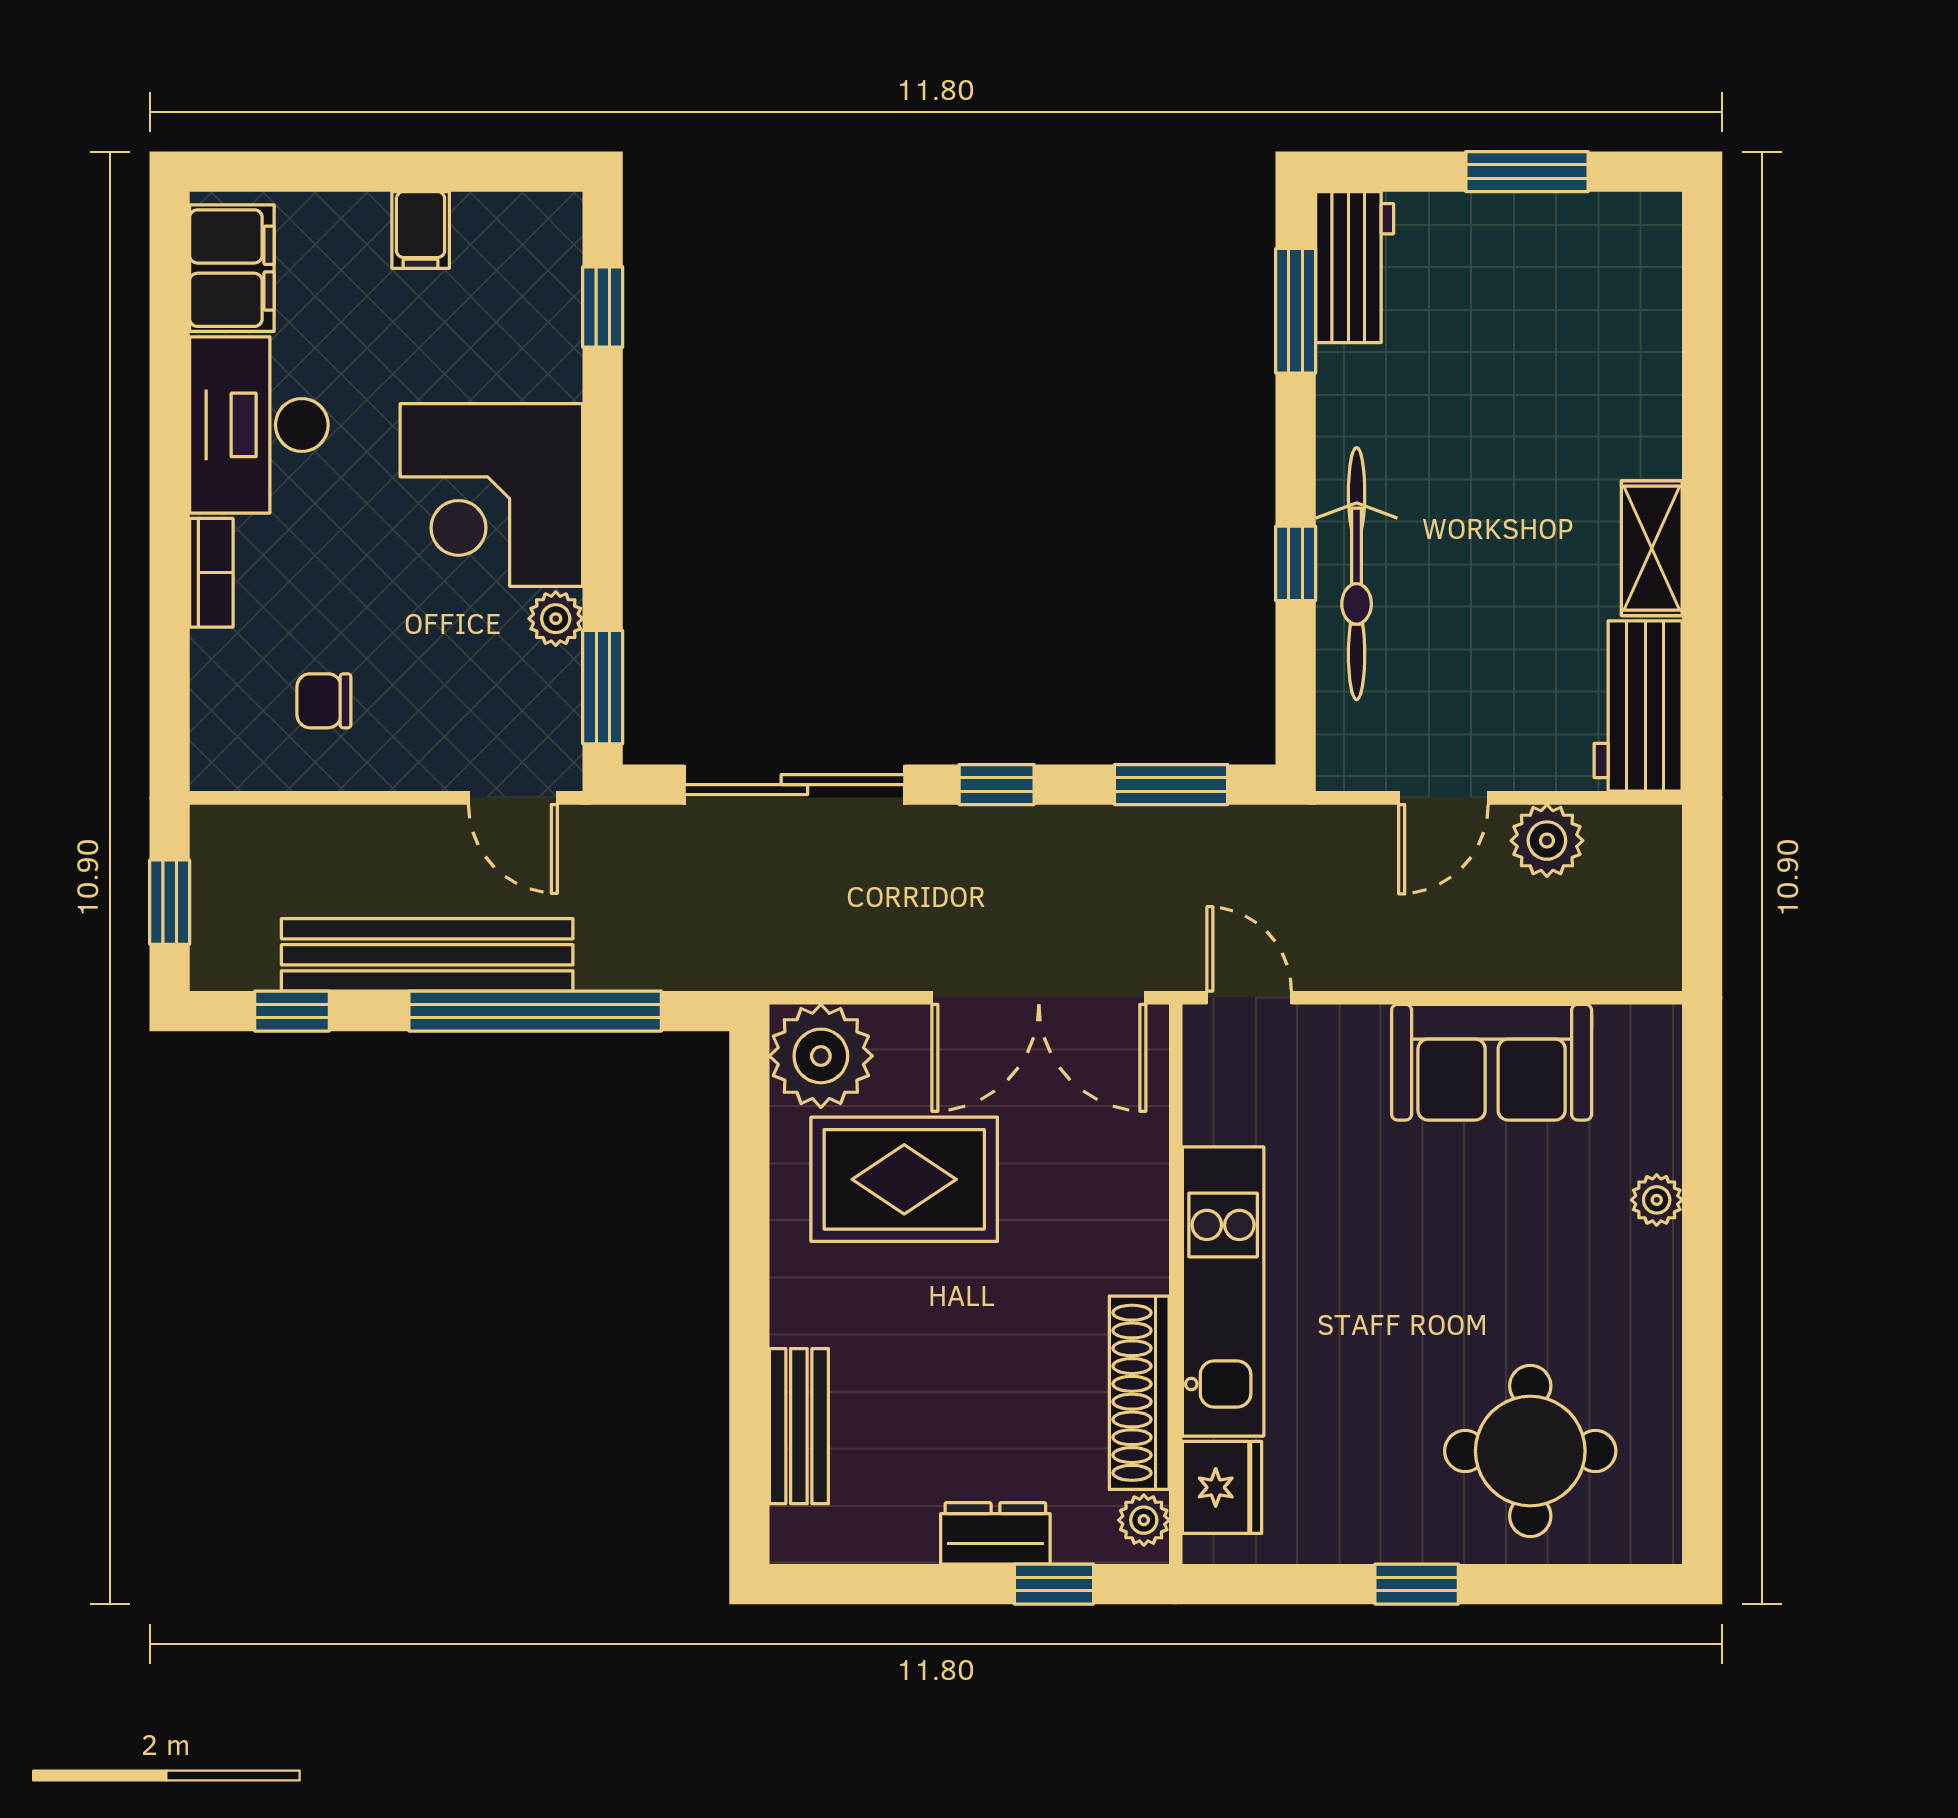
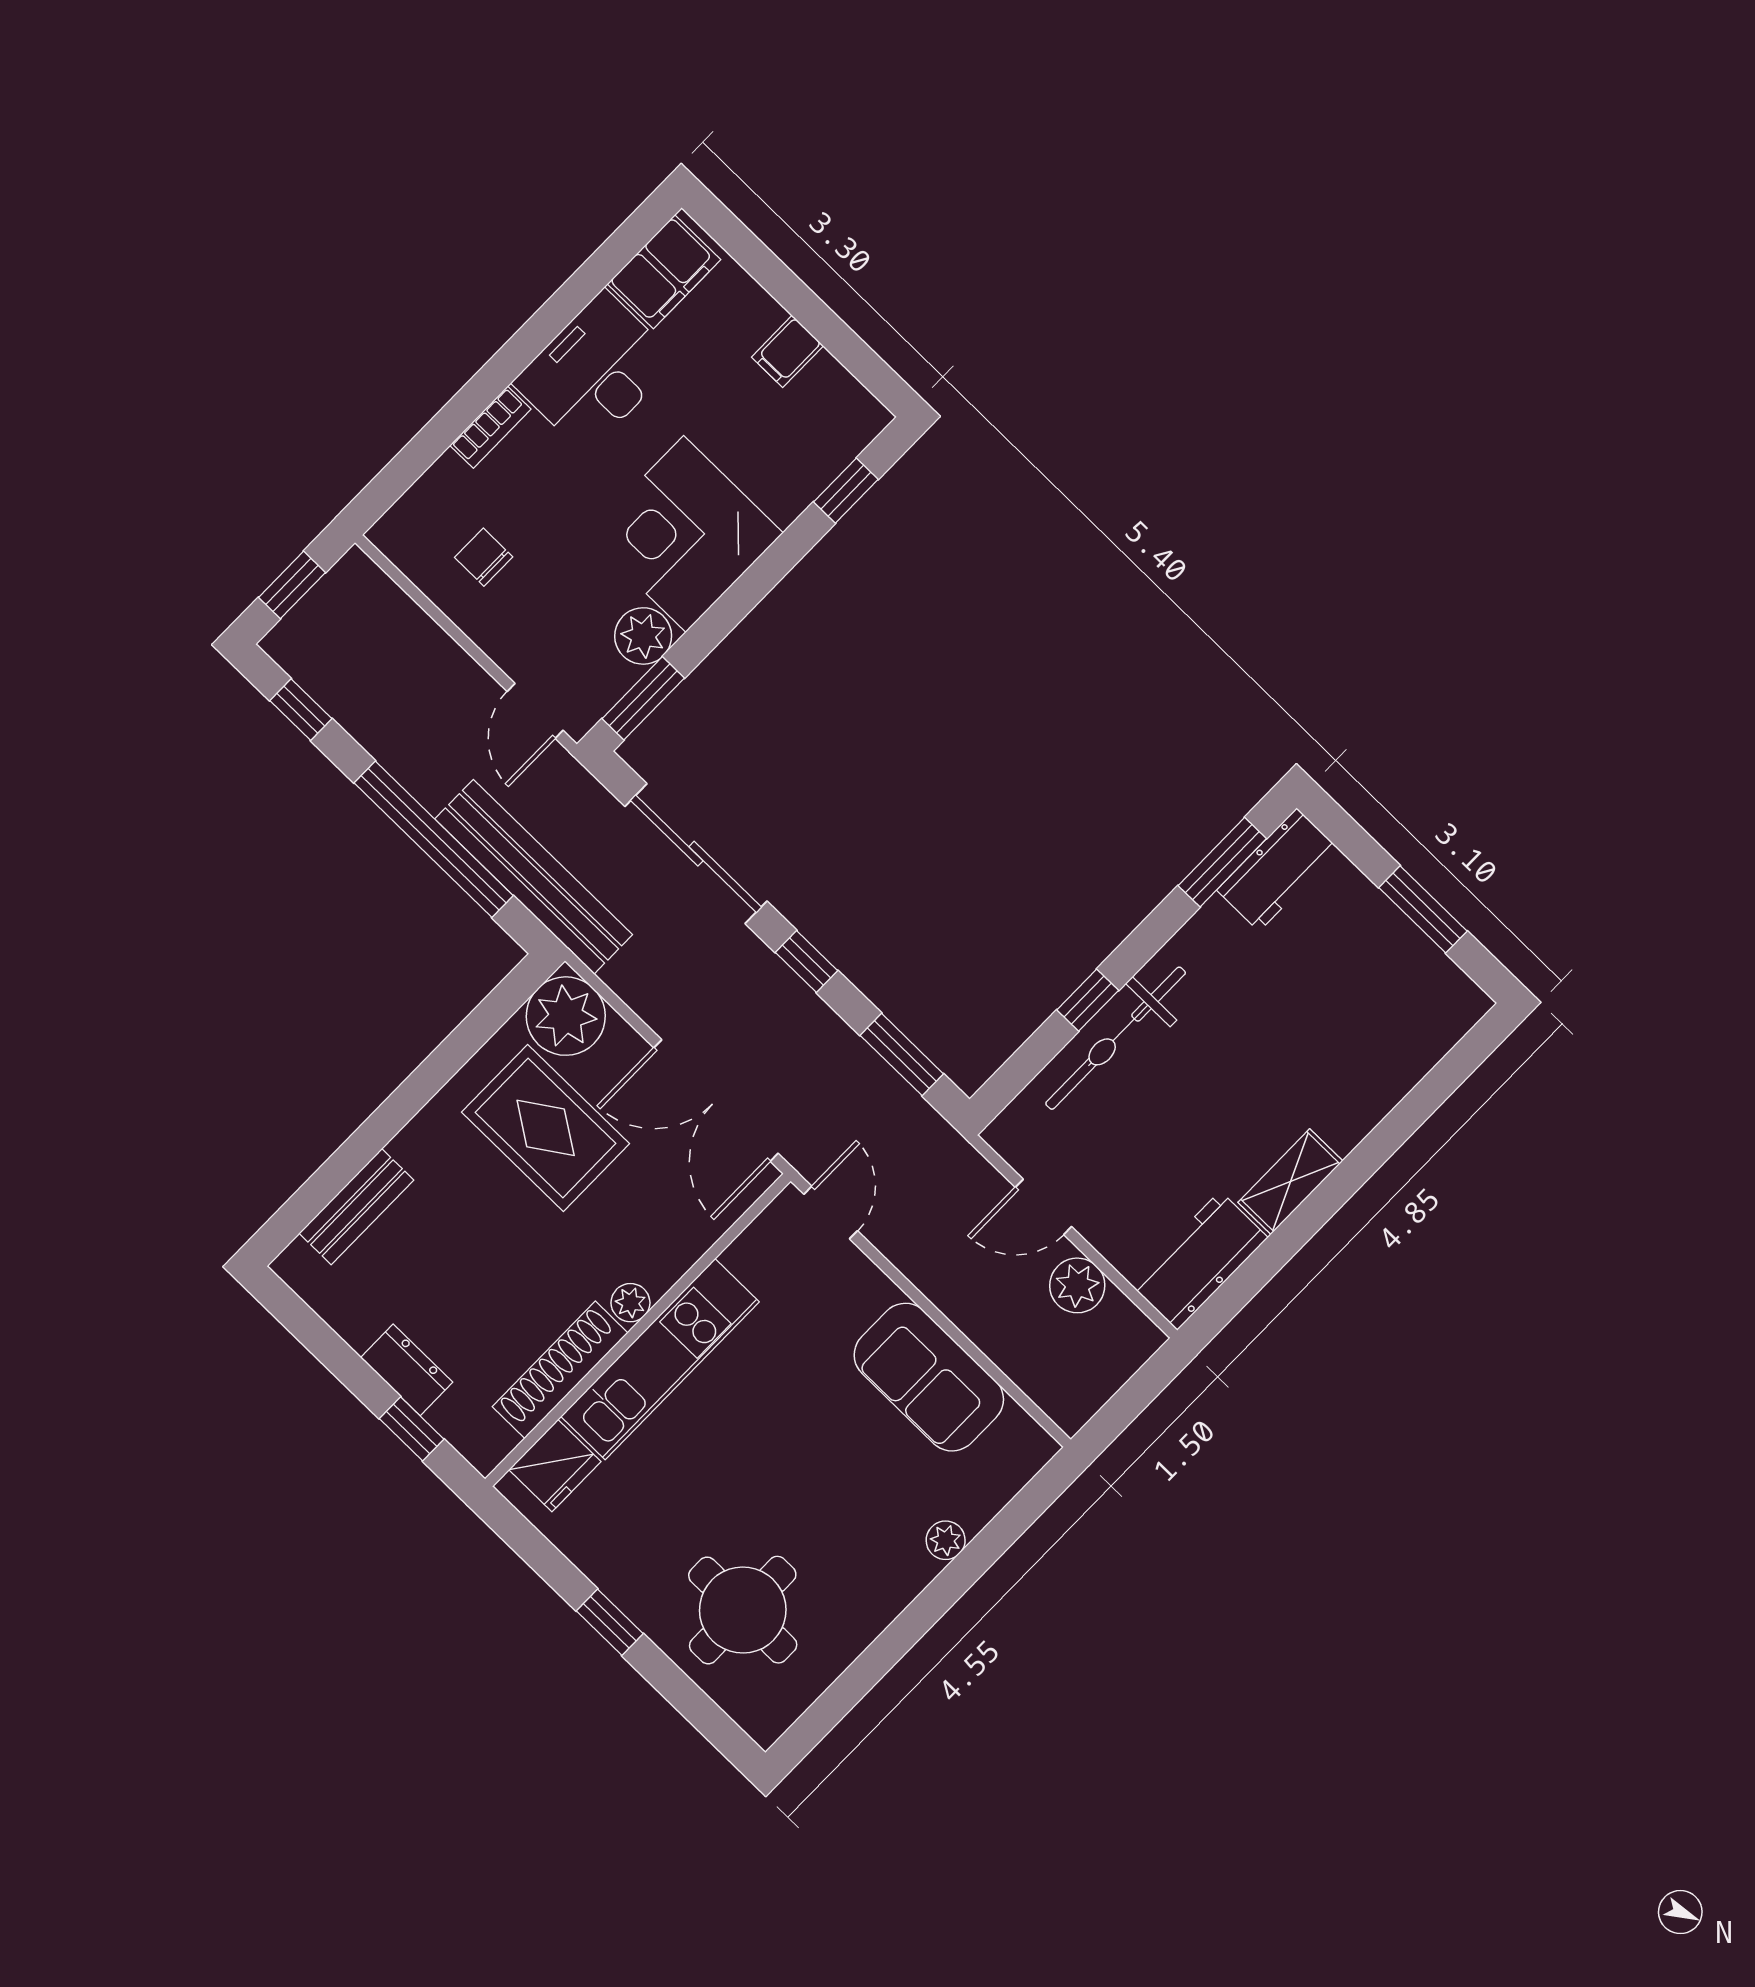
plant: (556, 619) -> (643, 636), width x1.38, depth x1.38
bench: (427, 955) -> (534, 877), moved
plant: (1144, 1520) -> (630, 1303), moved

